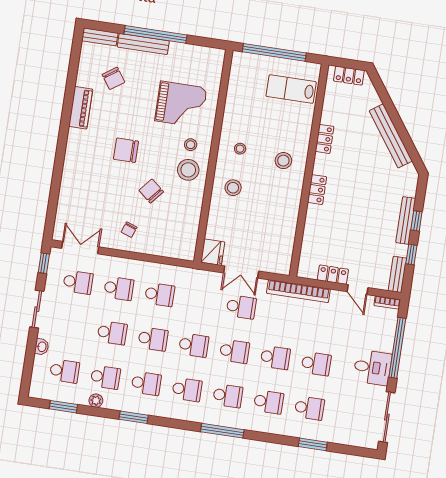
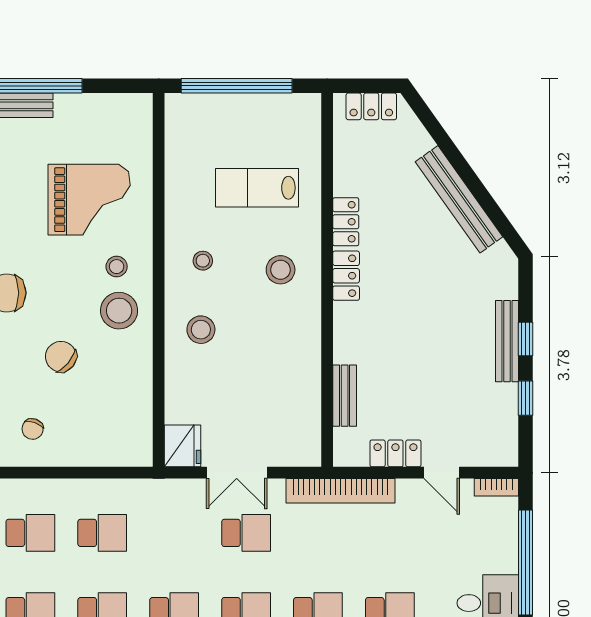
lab bench: (291, 89) -> (257, 188), moved
locker: (317, 190) -> (346, 276), moved
bench: (397, 274) -> (345, 396), moved

